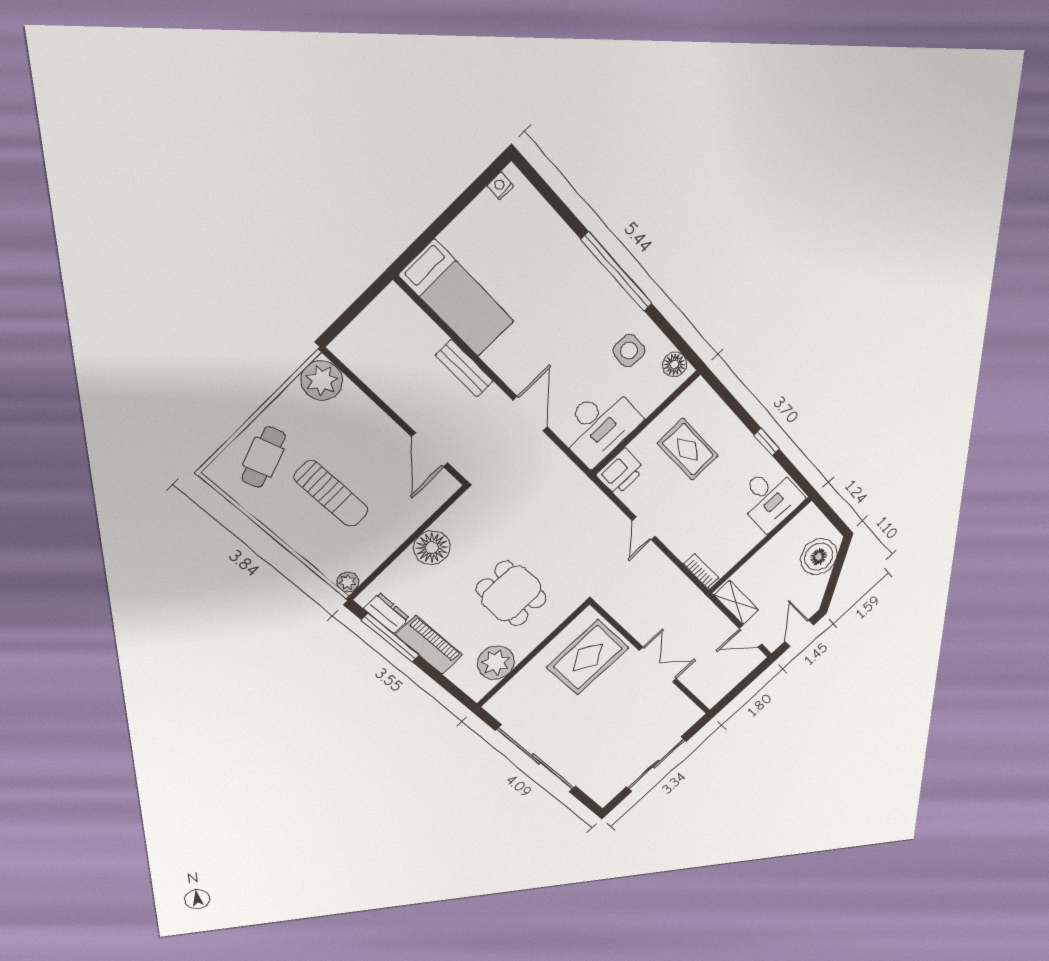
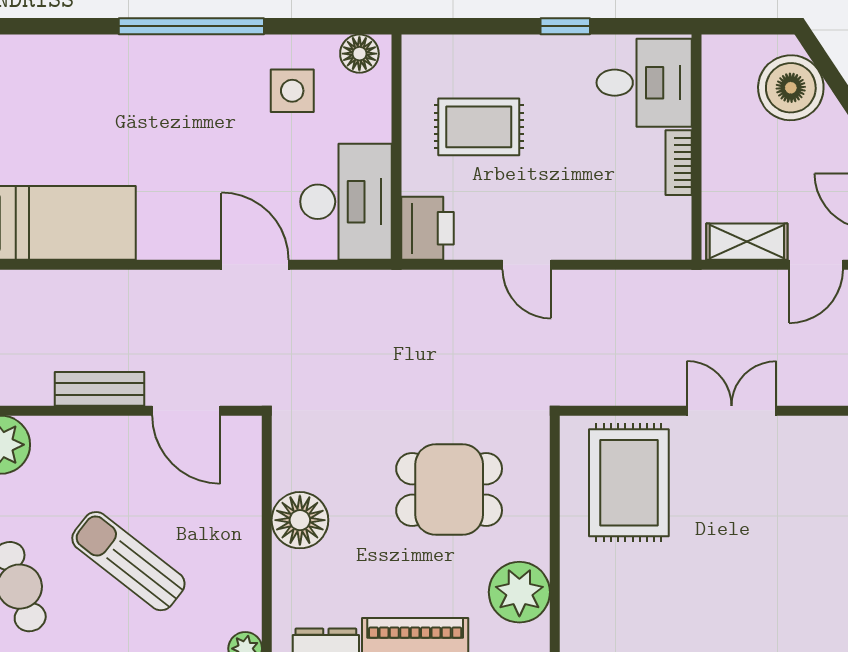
bench: (464, 368) -> (99, 389), moved
sun lounger: (331, 494) -> (128, 561), turned -142
bookcase: (701, 571) -> (679, 163), moved, turned -90

